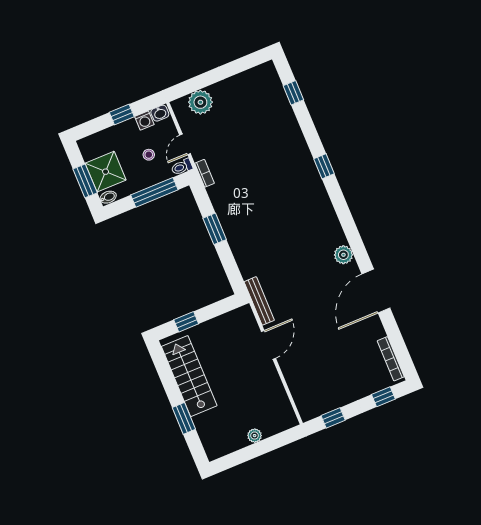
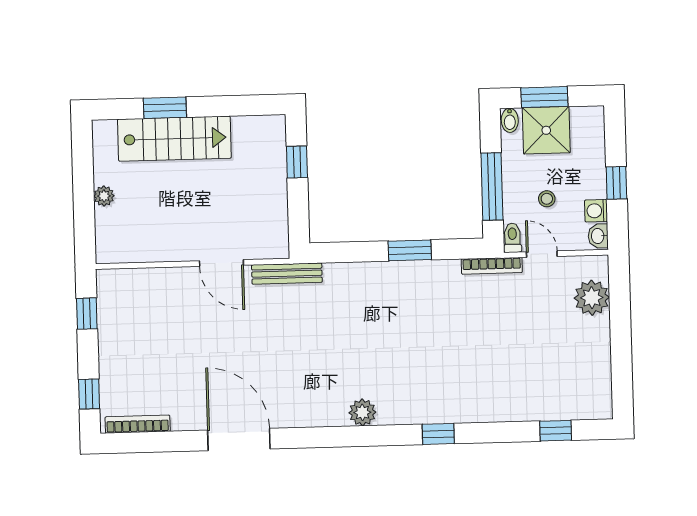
bookcase: (205, 173) -> (492, 266), width x1.56
plant: (343, 255) -> (362, 412), moved
stairs: (189, 376) -> (174, 139), moved

